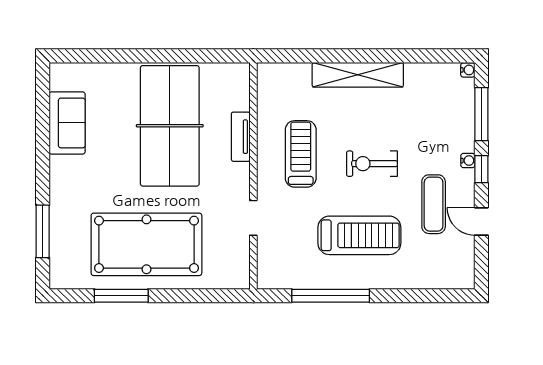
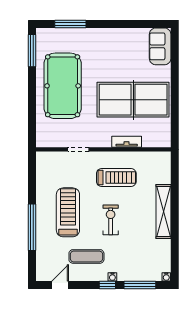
sofa: (67, 123) -> (160, 46), moved, turned 90
door: (481, 221) -> (60, 285), moved
treadmill: (359, 235) -> (68, 212), turned 180
window: (121, 296) -> (32, 51), moved
window: (331, 296) -> (32, 227), moved

